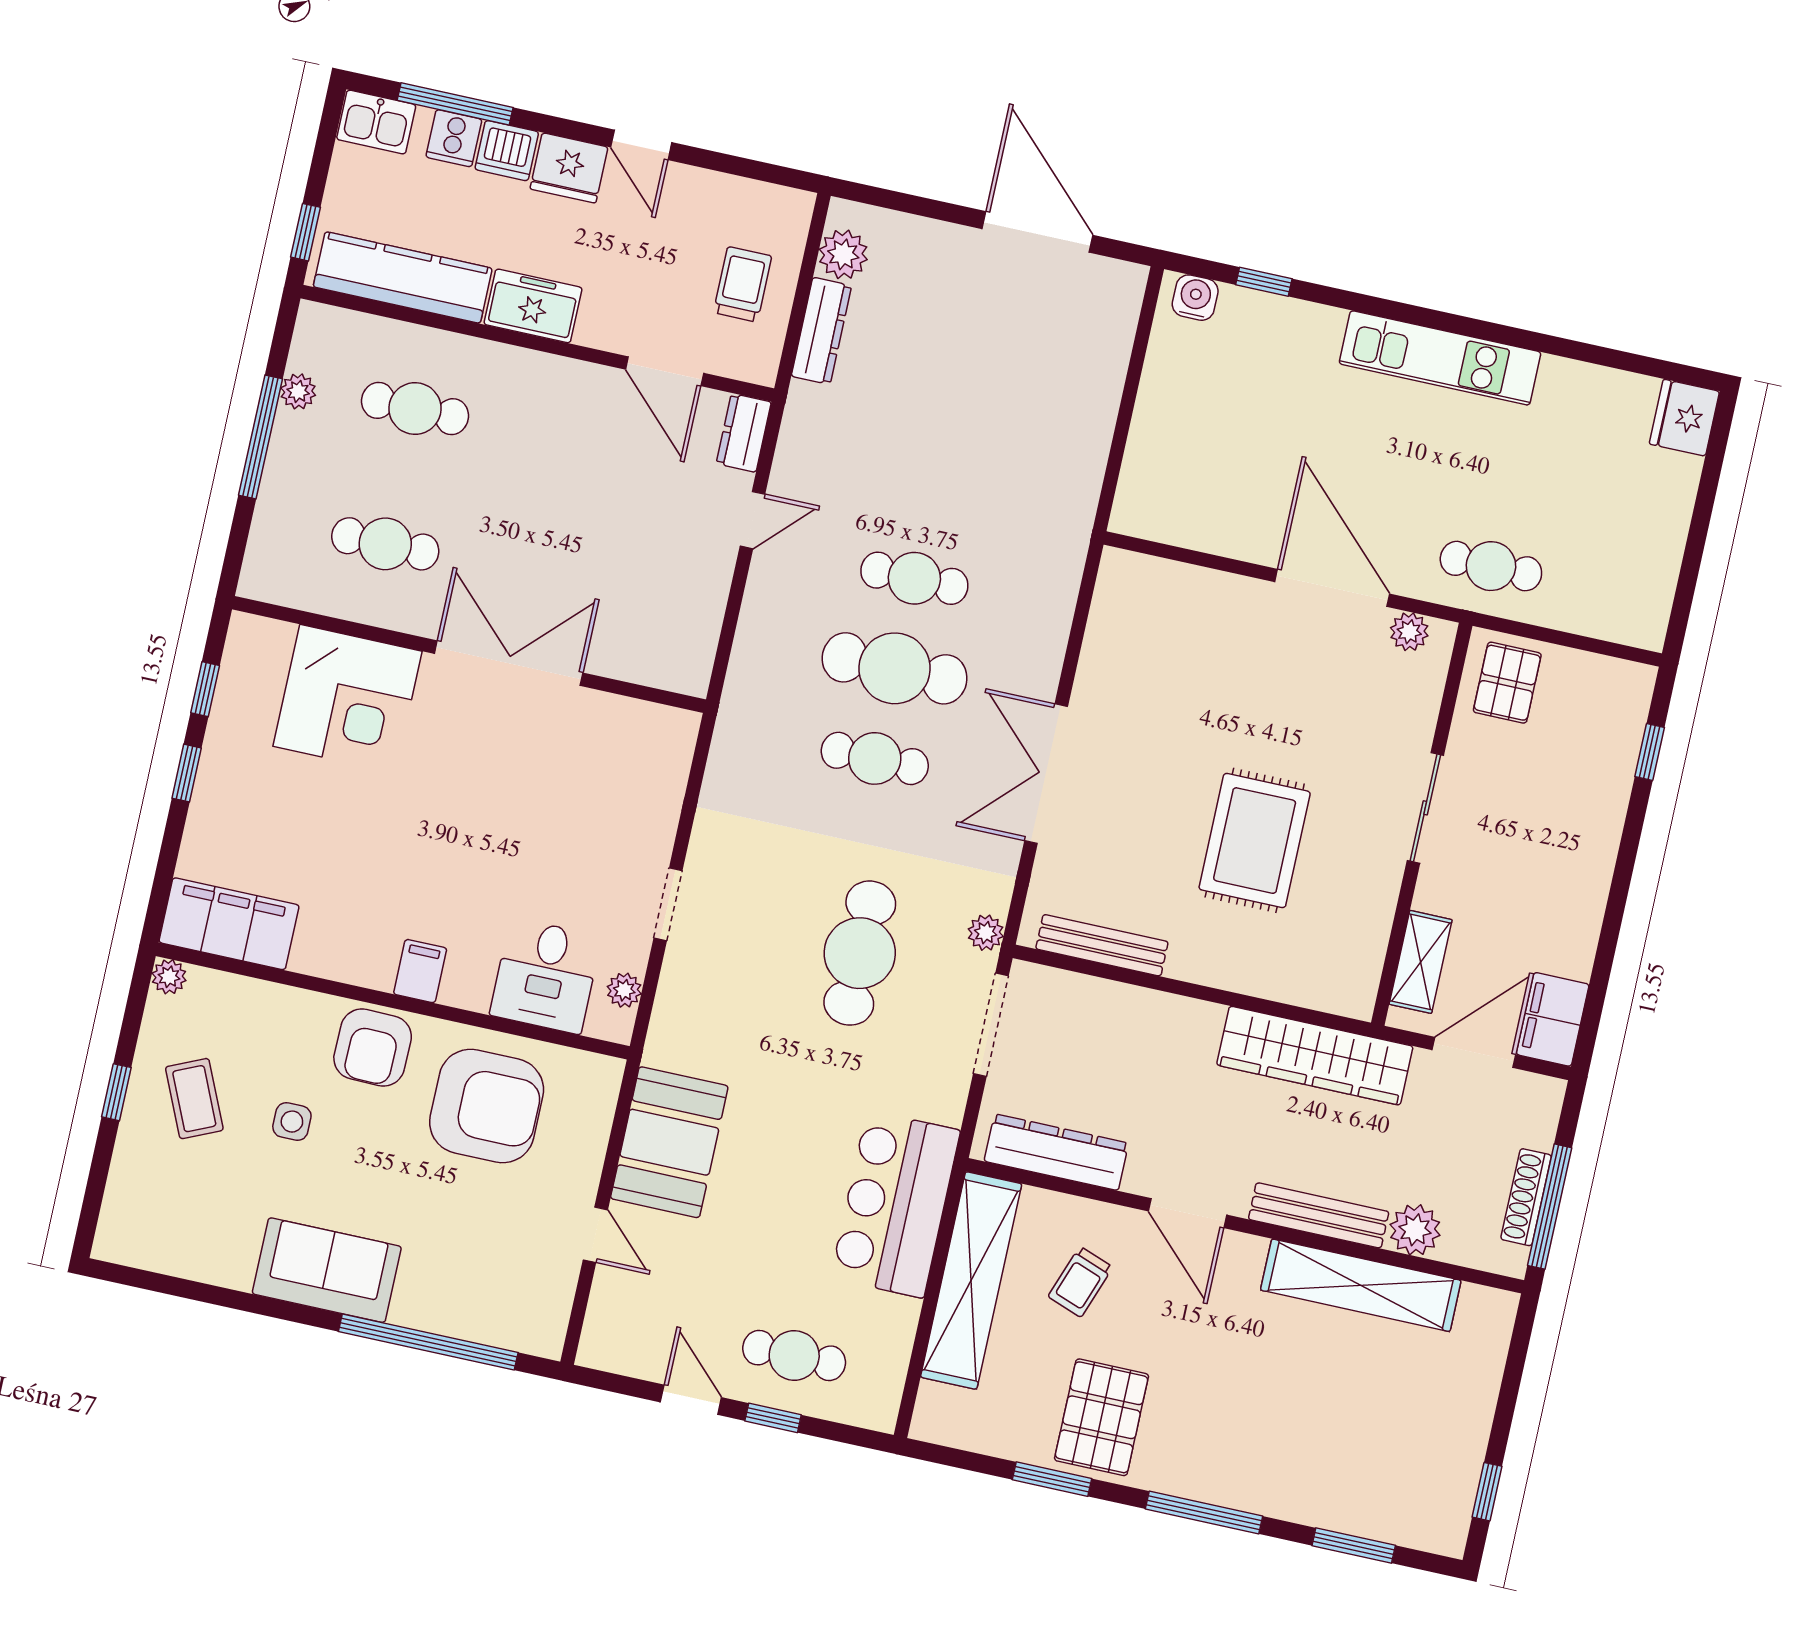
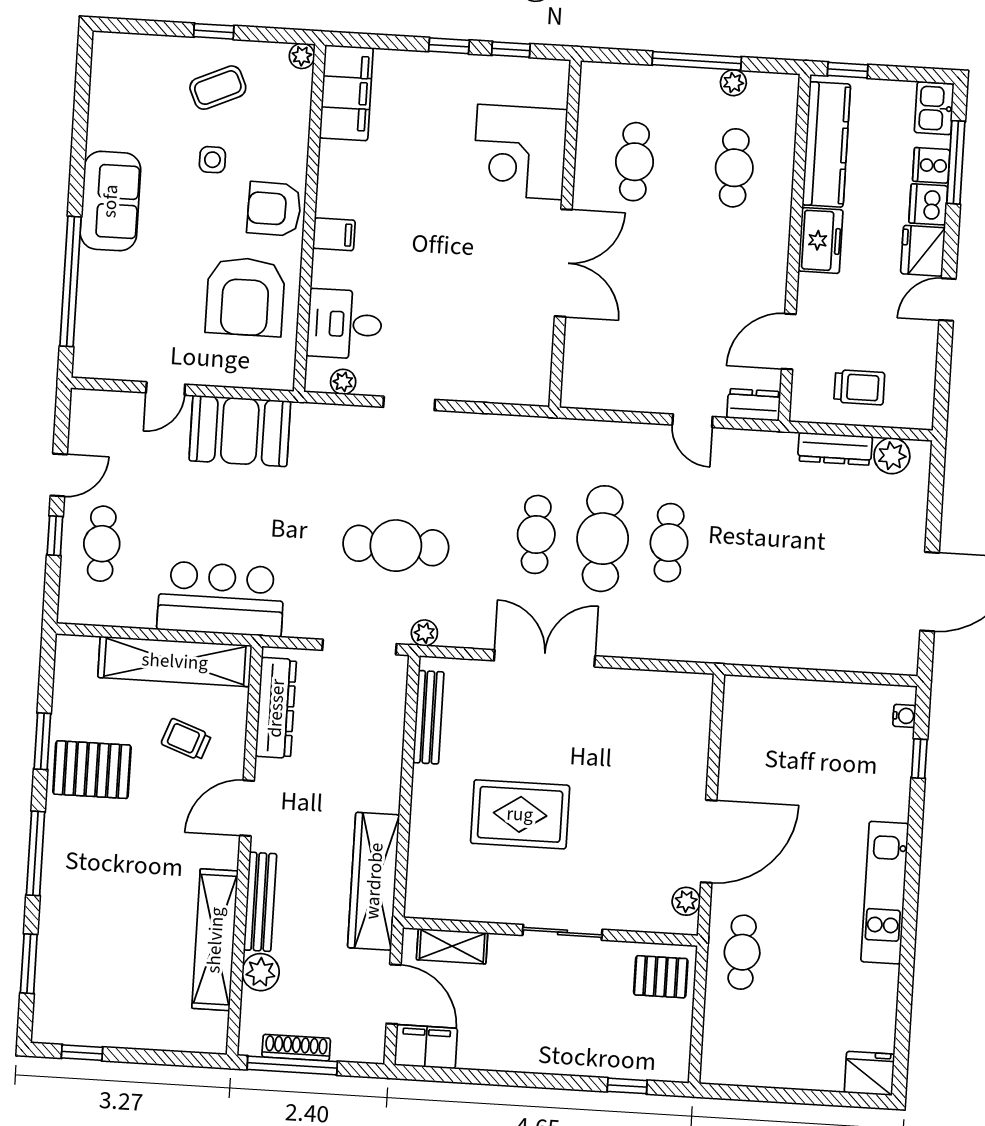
water cooler: (1195, 298) -> (904, 716), width x0.72, depth x0.72

